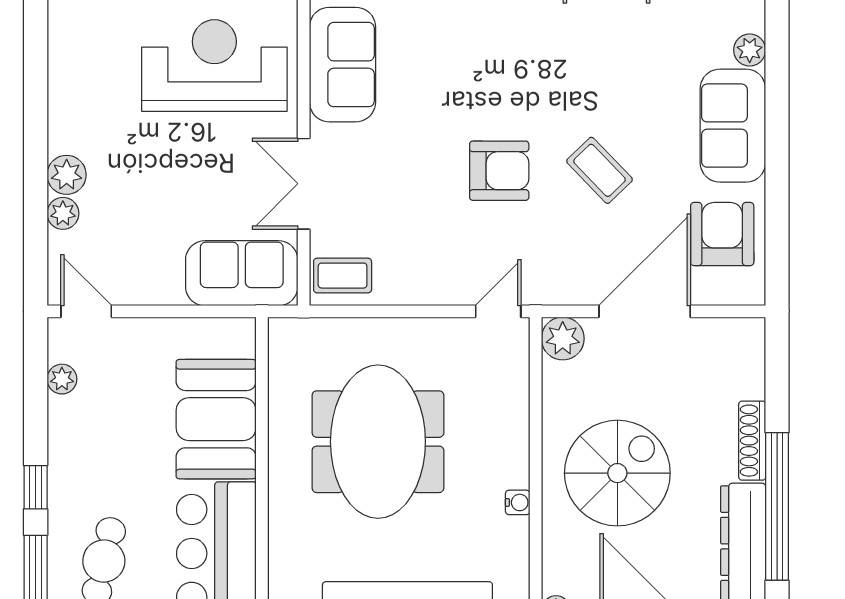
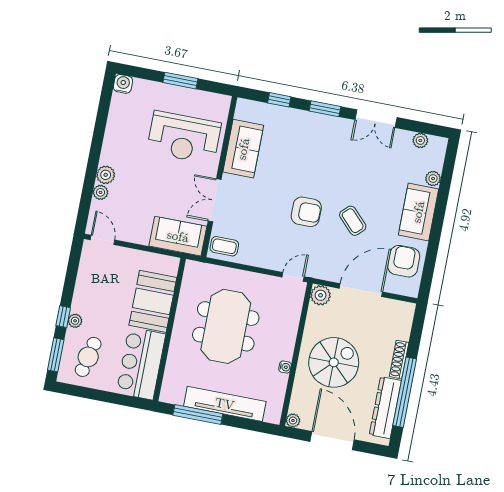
reception desk: (214, 65) -> (184, 138), turned 180
plant: (62, 379) -> (75, 321), moved

